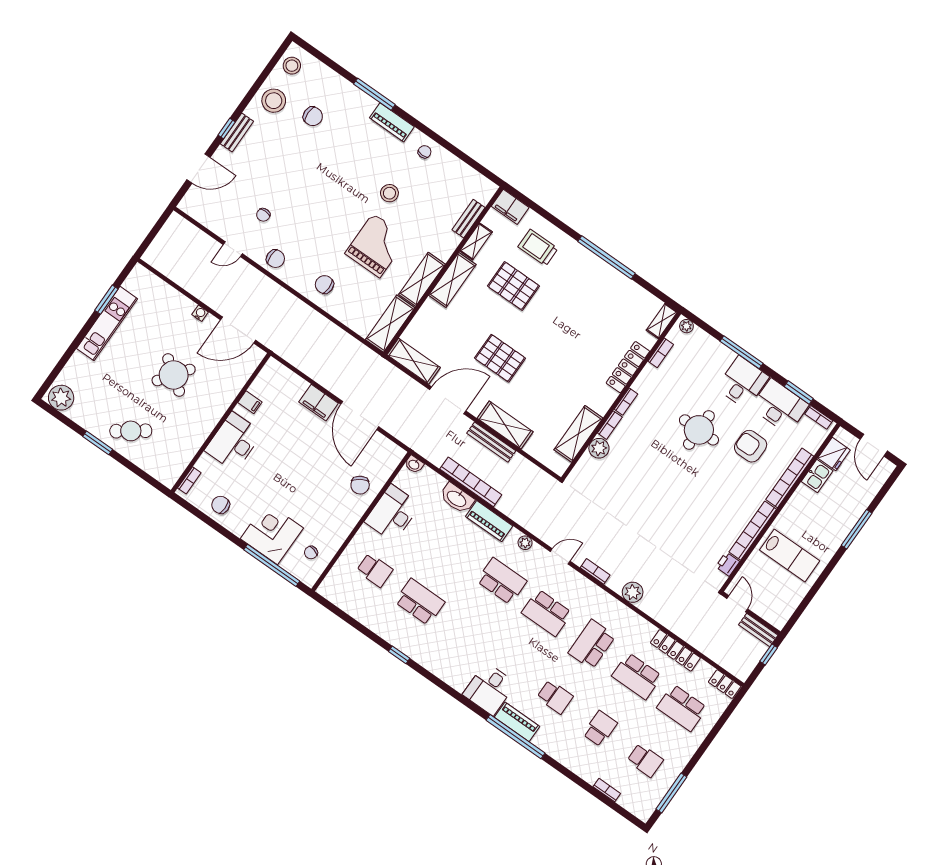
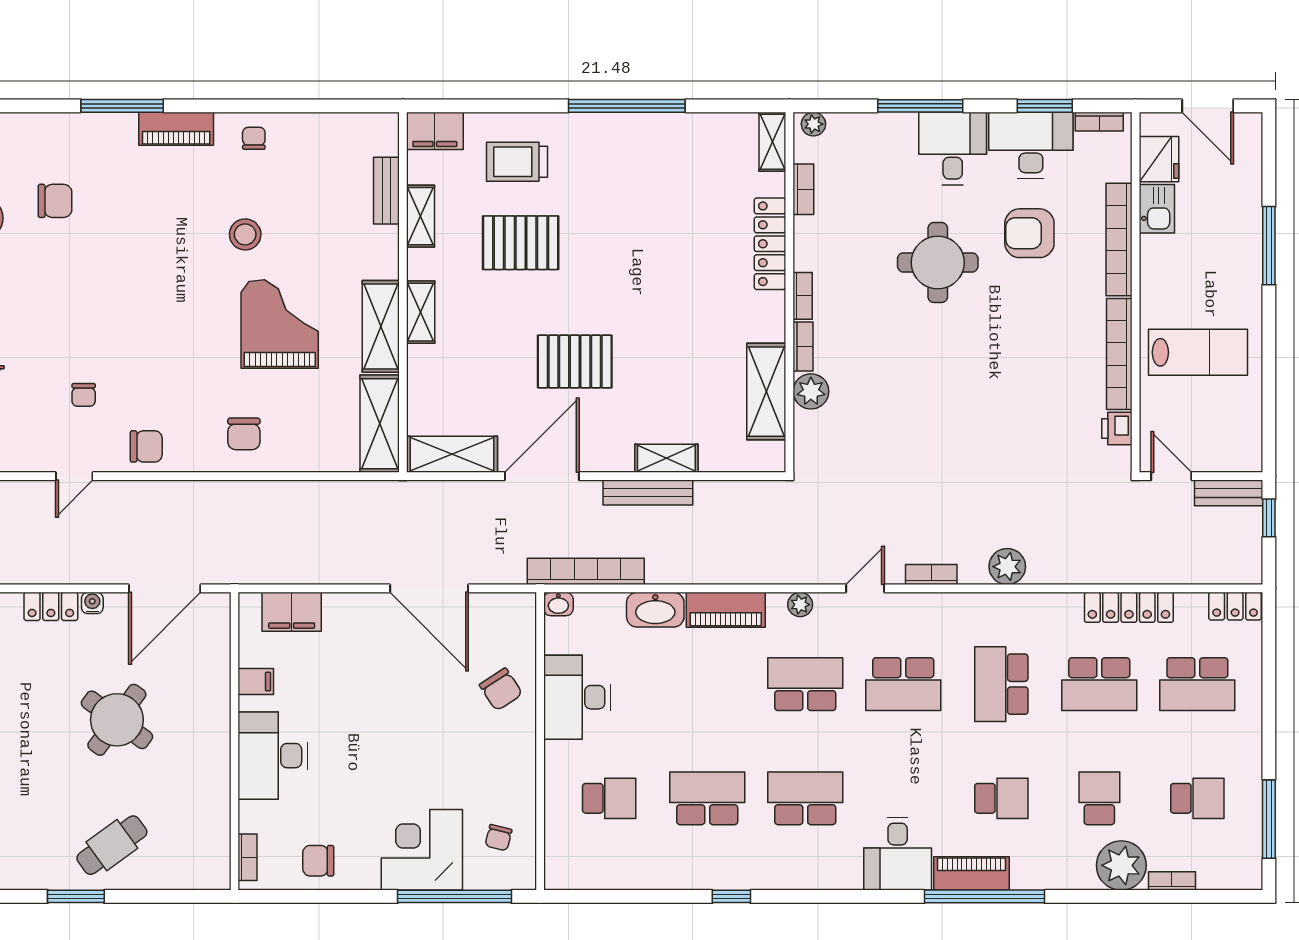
shelving: (452, 280) -> (421, 312), width x0.67, depth x0.75
chair: (324, 285) -> (244, 434), turned -90
locker: (180, 301) -> (51, 606), added
filing cabinet: (319, 403) -> (292, 612), moved
shelving: (505, 425) -> (666, 458), width x0.67, depth x0.75
bookcase: (471, 482) -> (586, 571), moved
school desk: (465, 634) -> (805, 798), added
plant: (588, 767) -> (1121, 865), added

